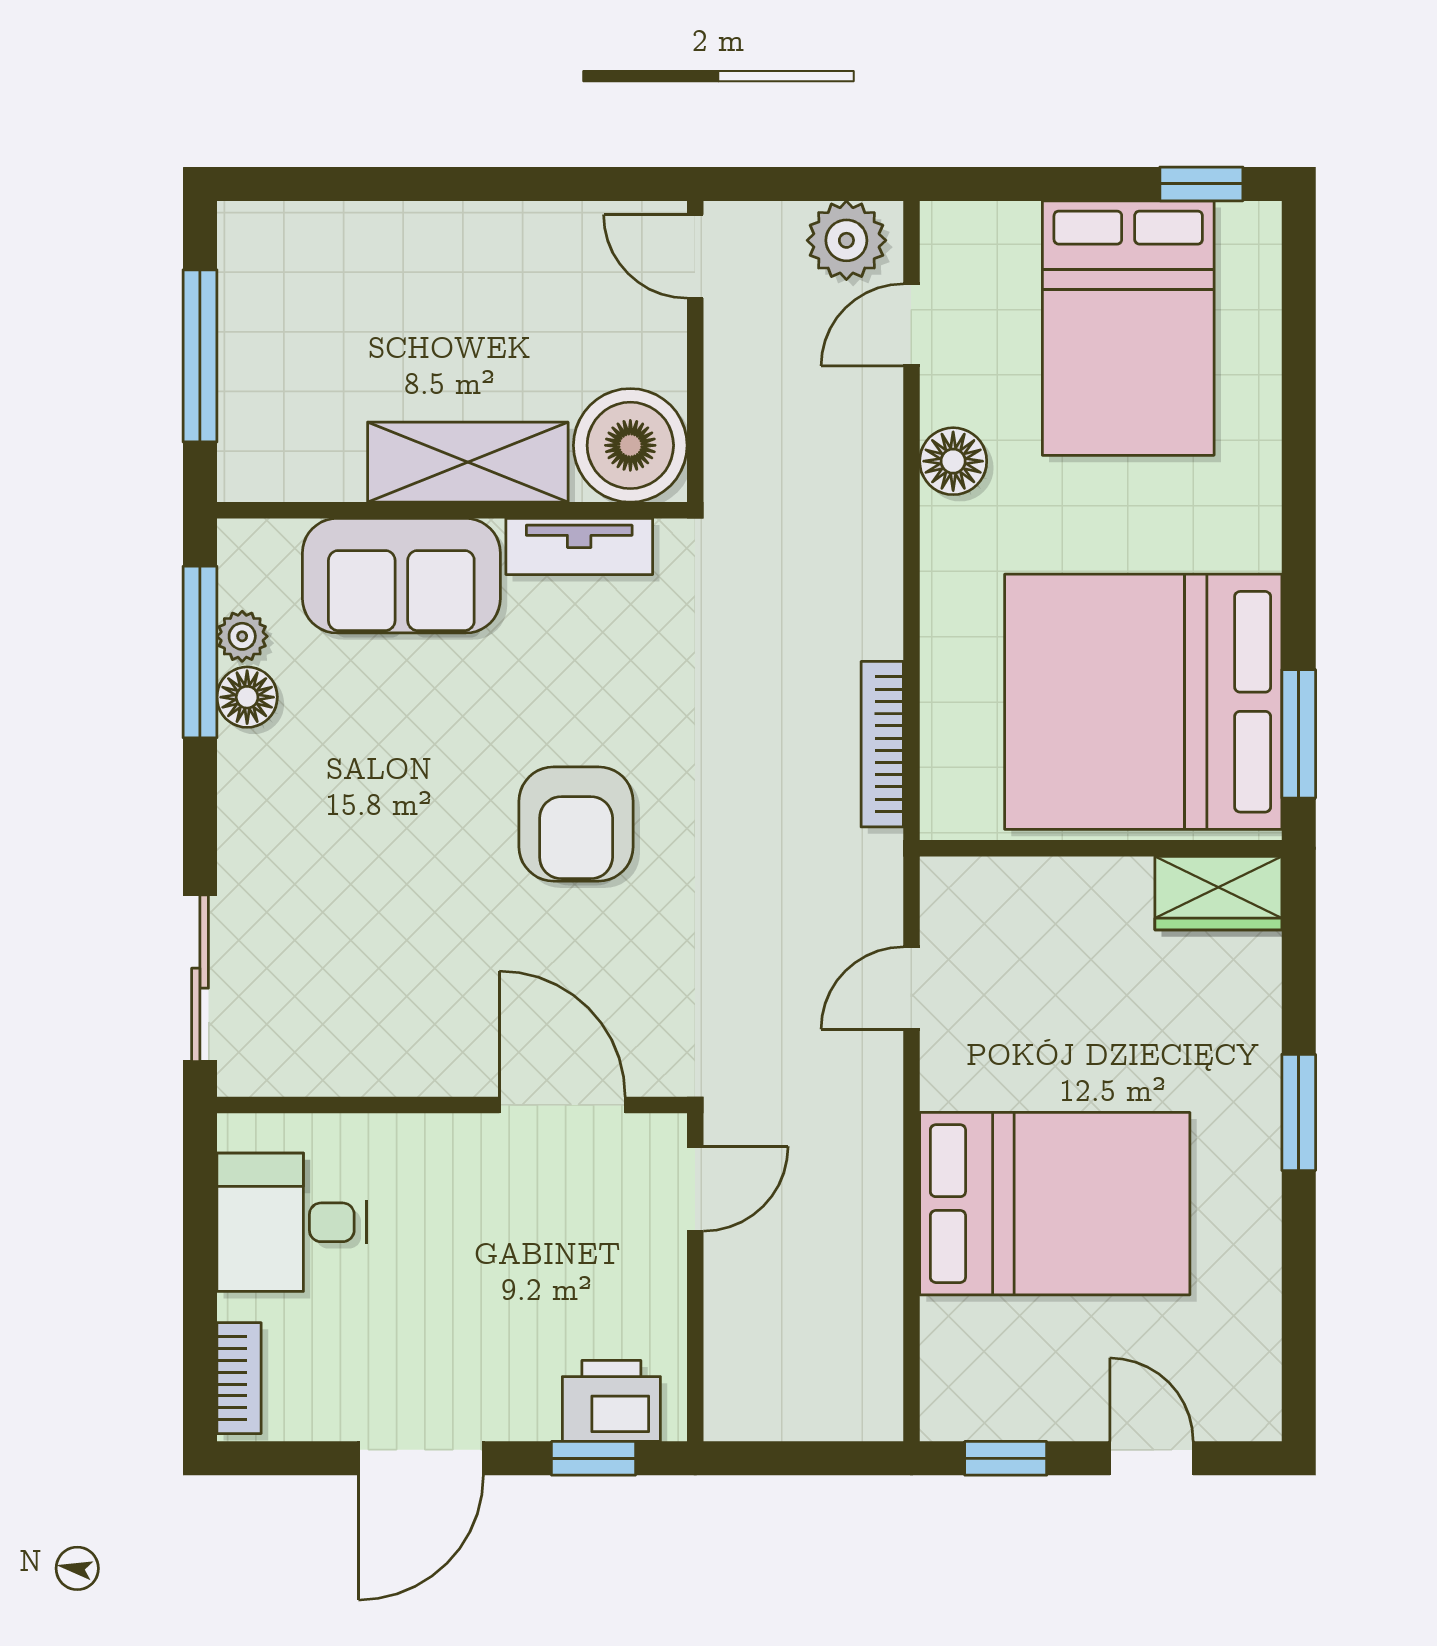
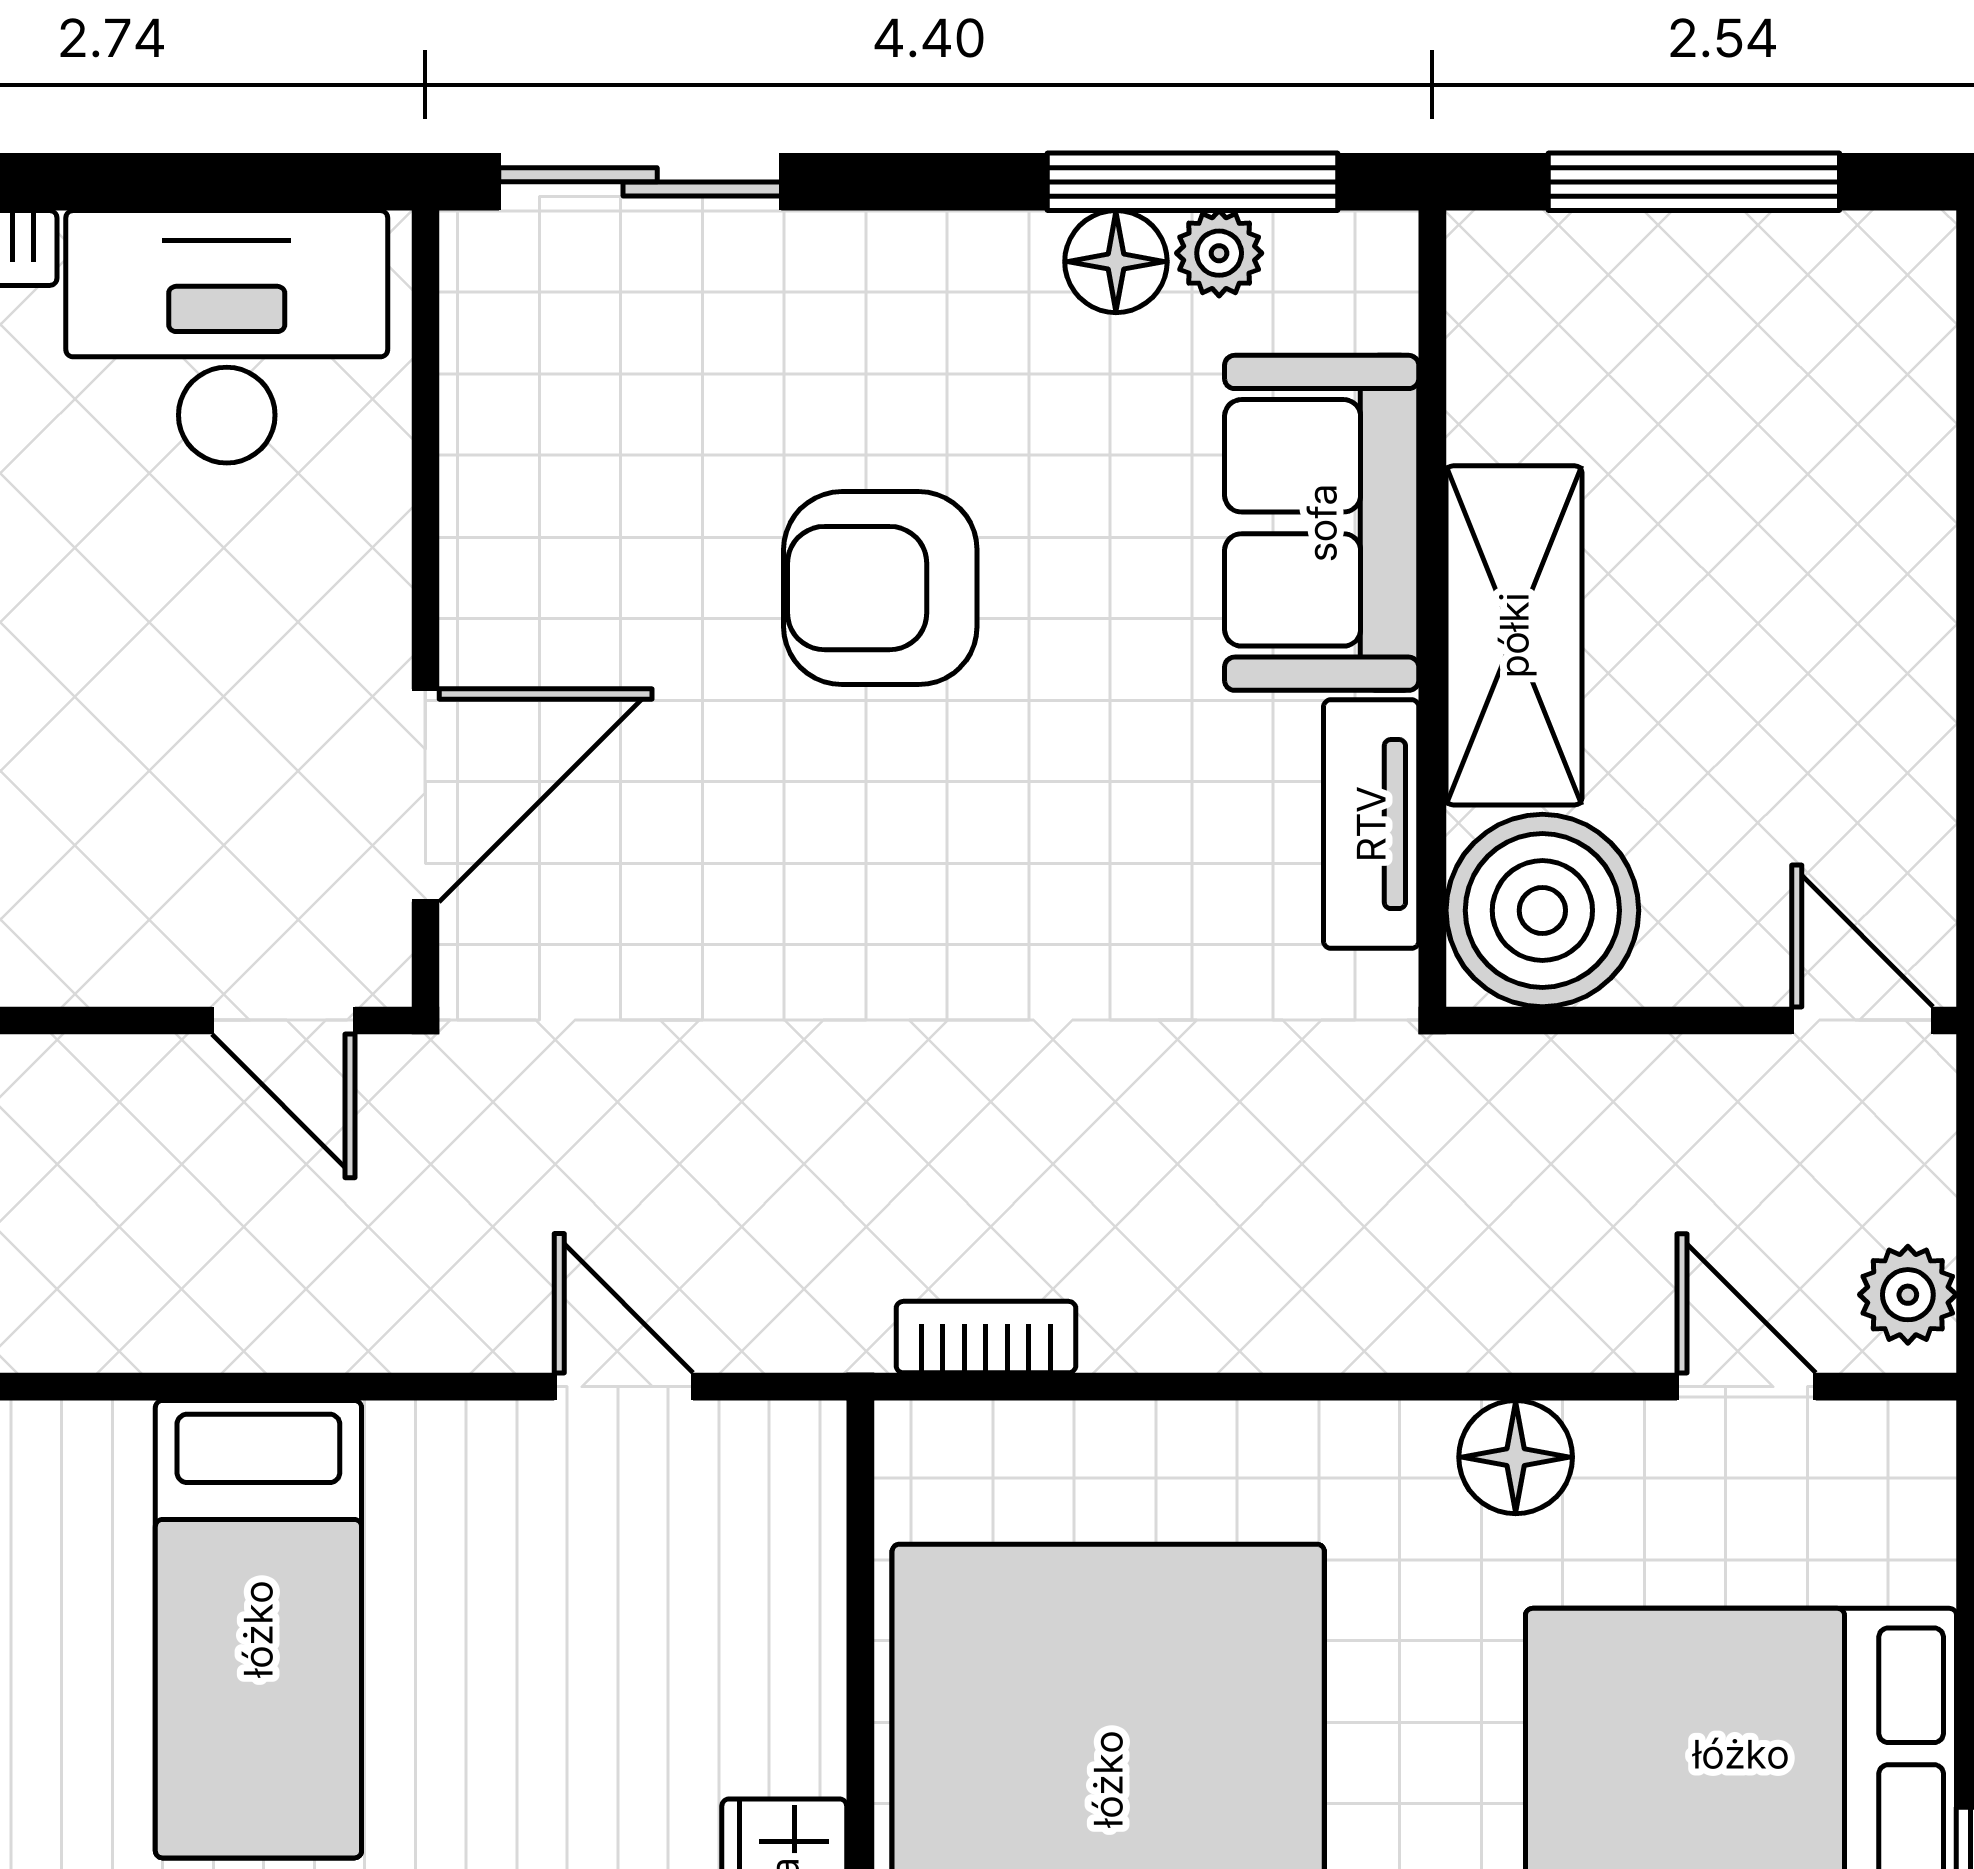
plant: (846, 240) -> (1908, 1295), width x0.73, depth x0.73
door: (695, 256) -> (1862, 1020), hinge flipped
bookcase: (882, 744) -> (986, 1337), width x0.64
armchair: (576, 824) -> (880, 588), moved
bed: (1055, 1204) -> (258, 1629), width x0.67
desk: (291, 1222) -> (227, 337), width x1.37

